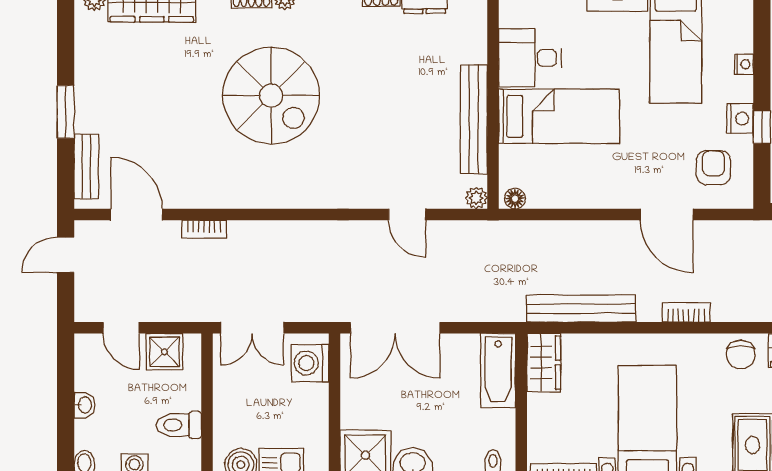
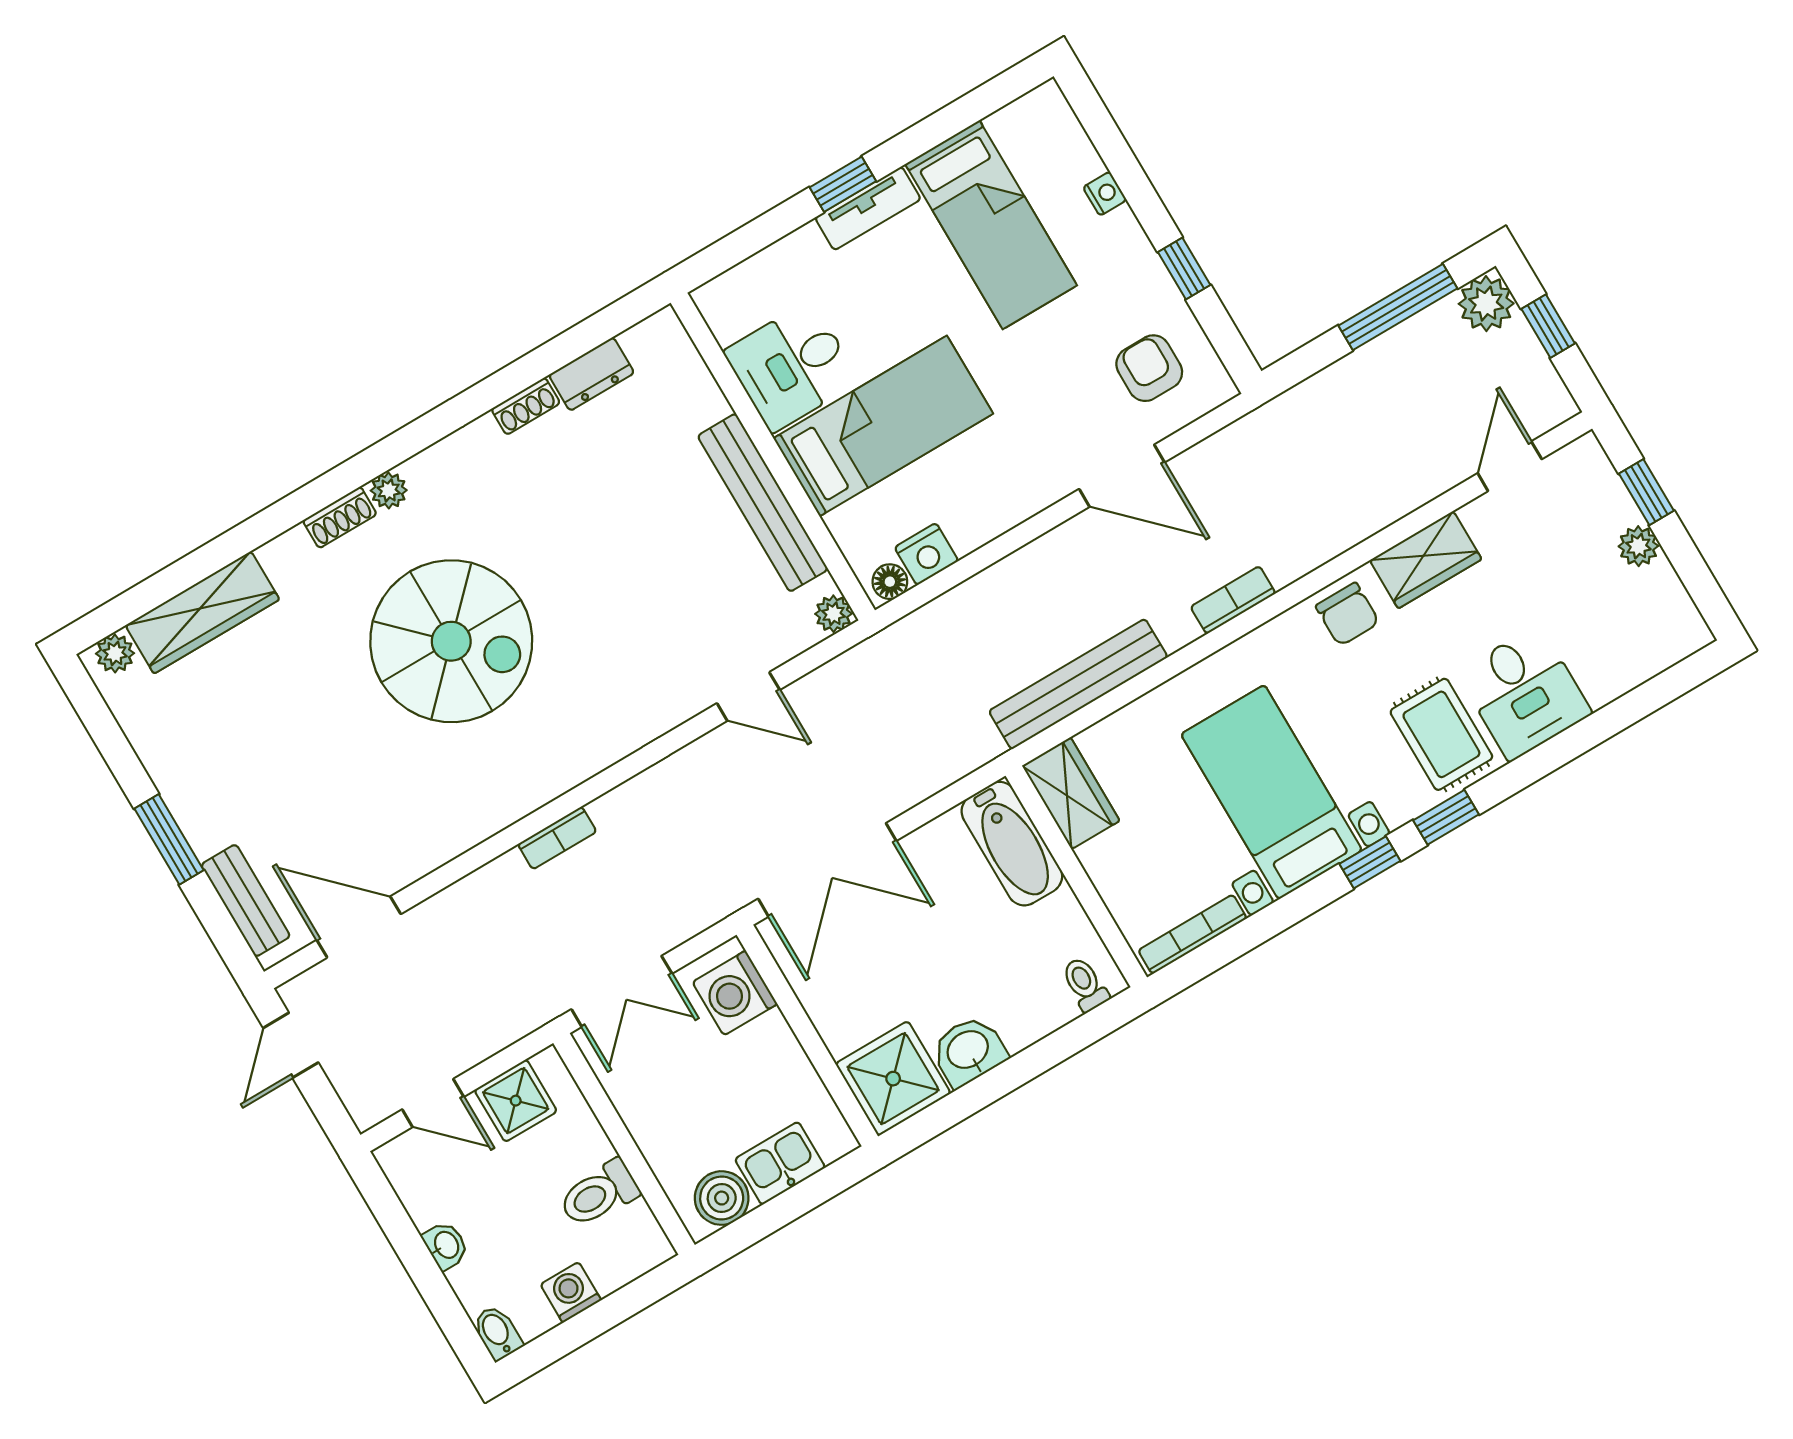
nightstand: (740, 119) -> (926, 554), moved, turned 90
bookcase: (204, 229) -> (557, 838), moved

